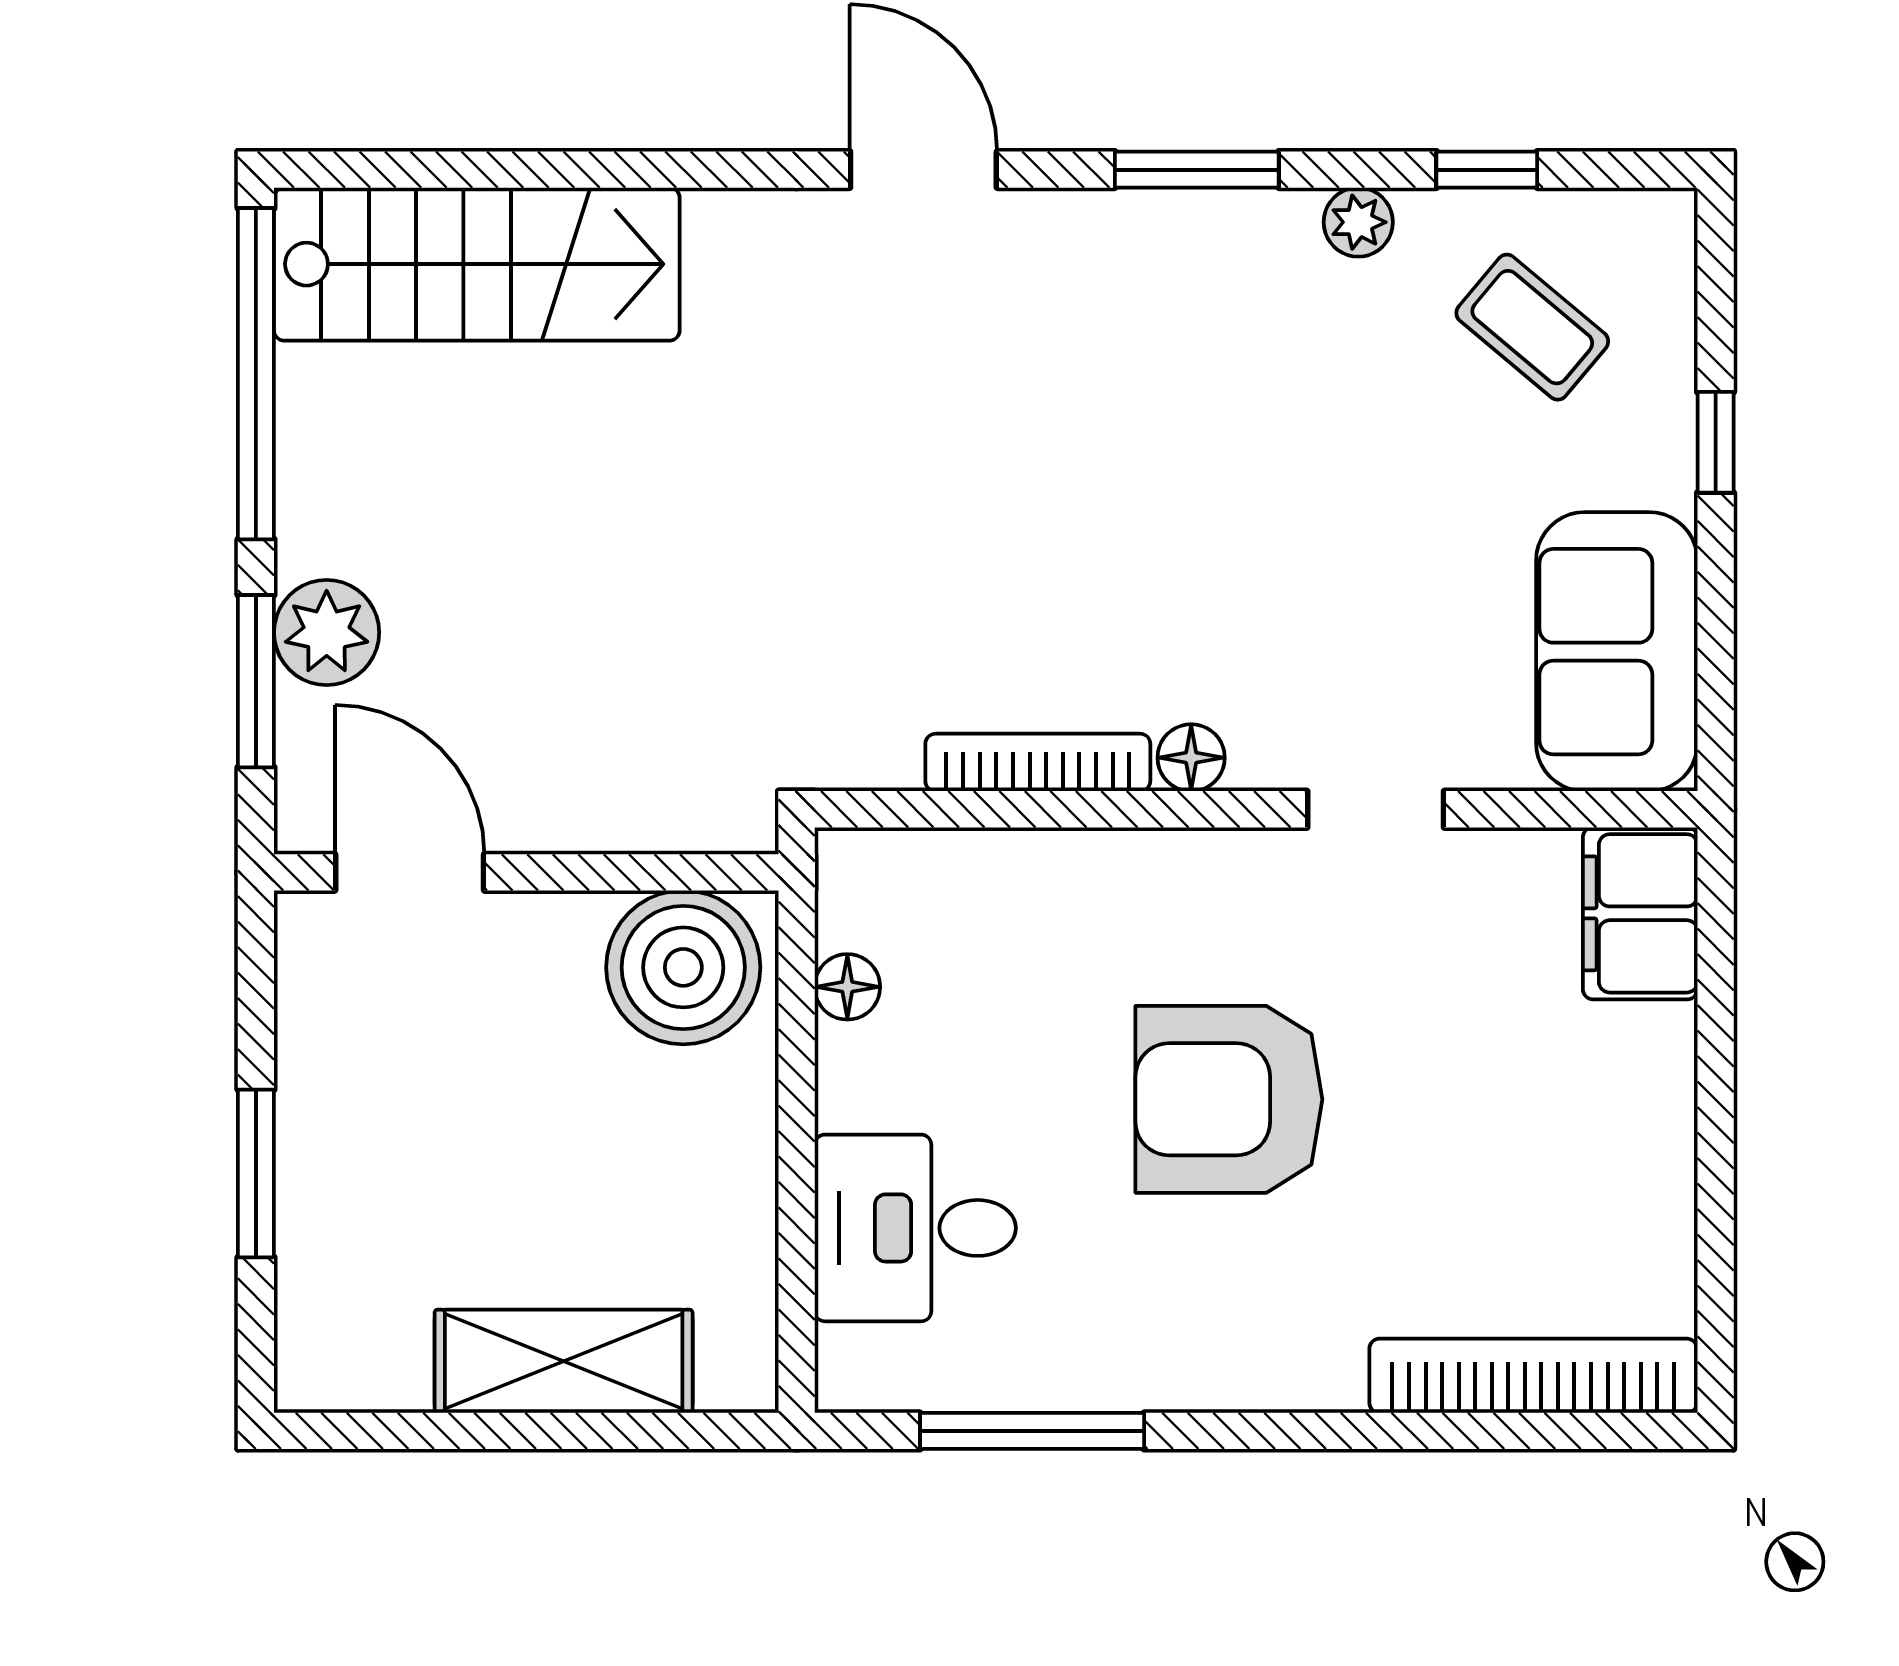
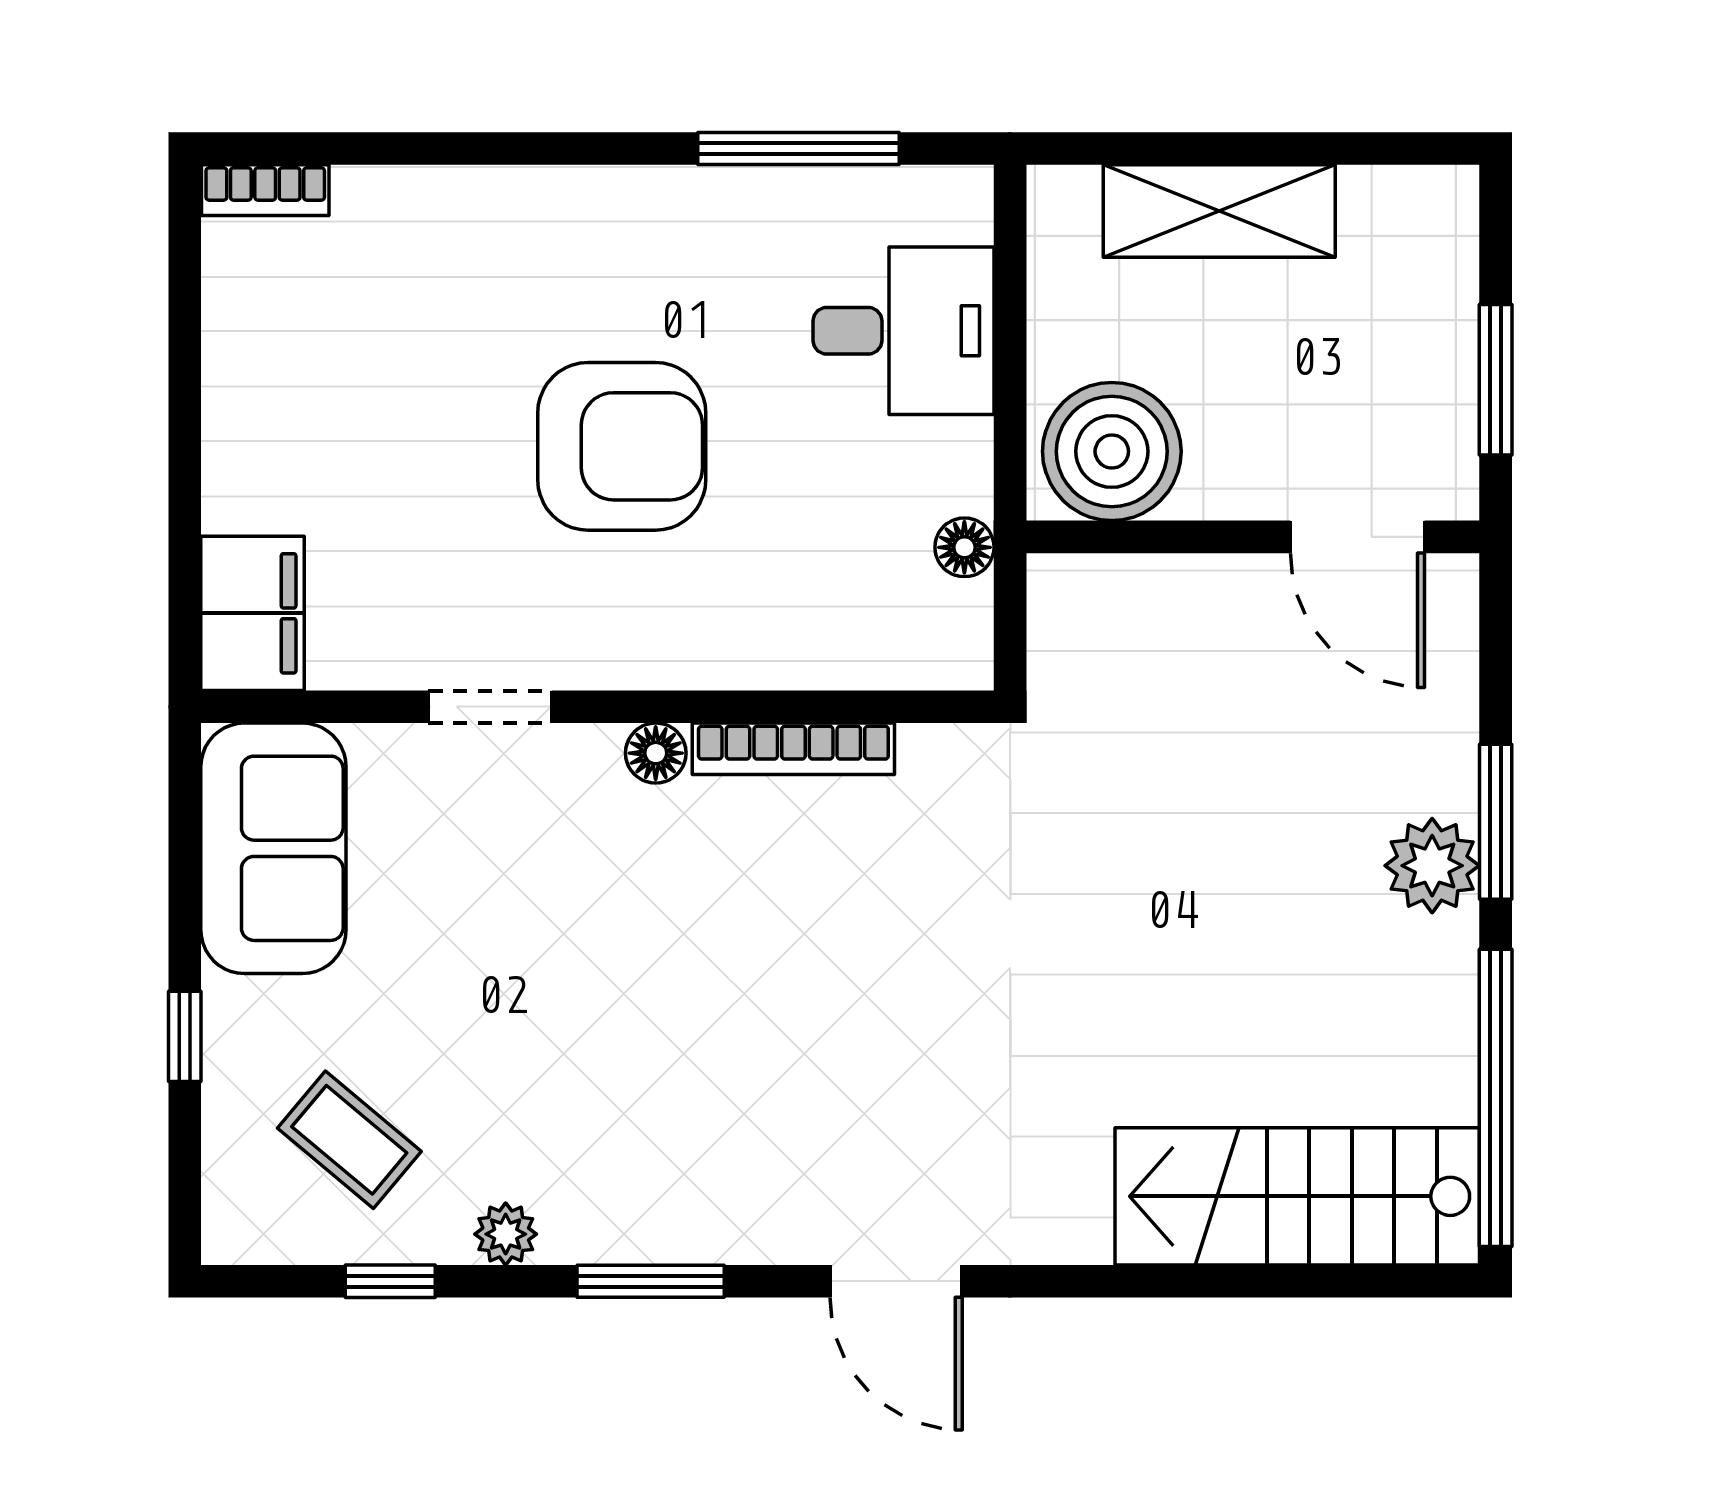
door: (410, 872) -> (1358, 537), moved
wall: (526, 872) -> (1253, 537), moved
boiler: (683, 967) -> (1112, 451), moved
bookcase: (1533, 1376) -> (265, 190), width x0.43, depth x0.76

